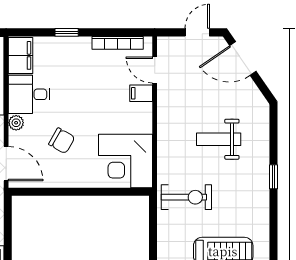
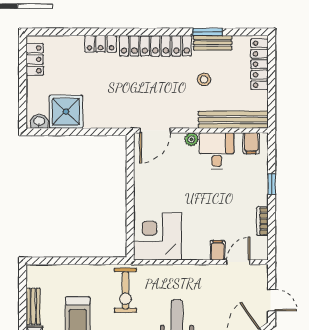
bookcase: (118, 43) -> (262, 221), width x0.64
filing cabinet: (21, 55) -> (251, 143), width x0.50
chair: (62, 141) -> (176, 180), removed

